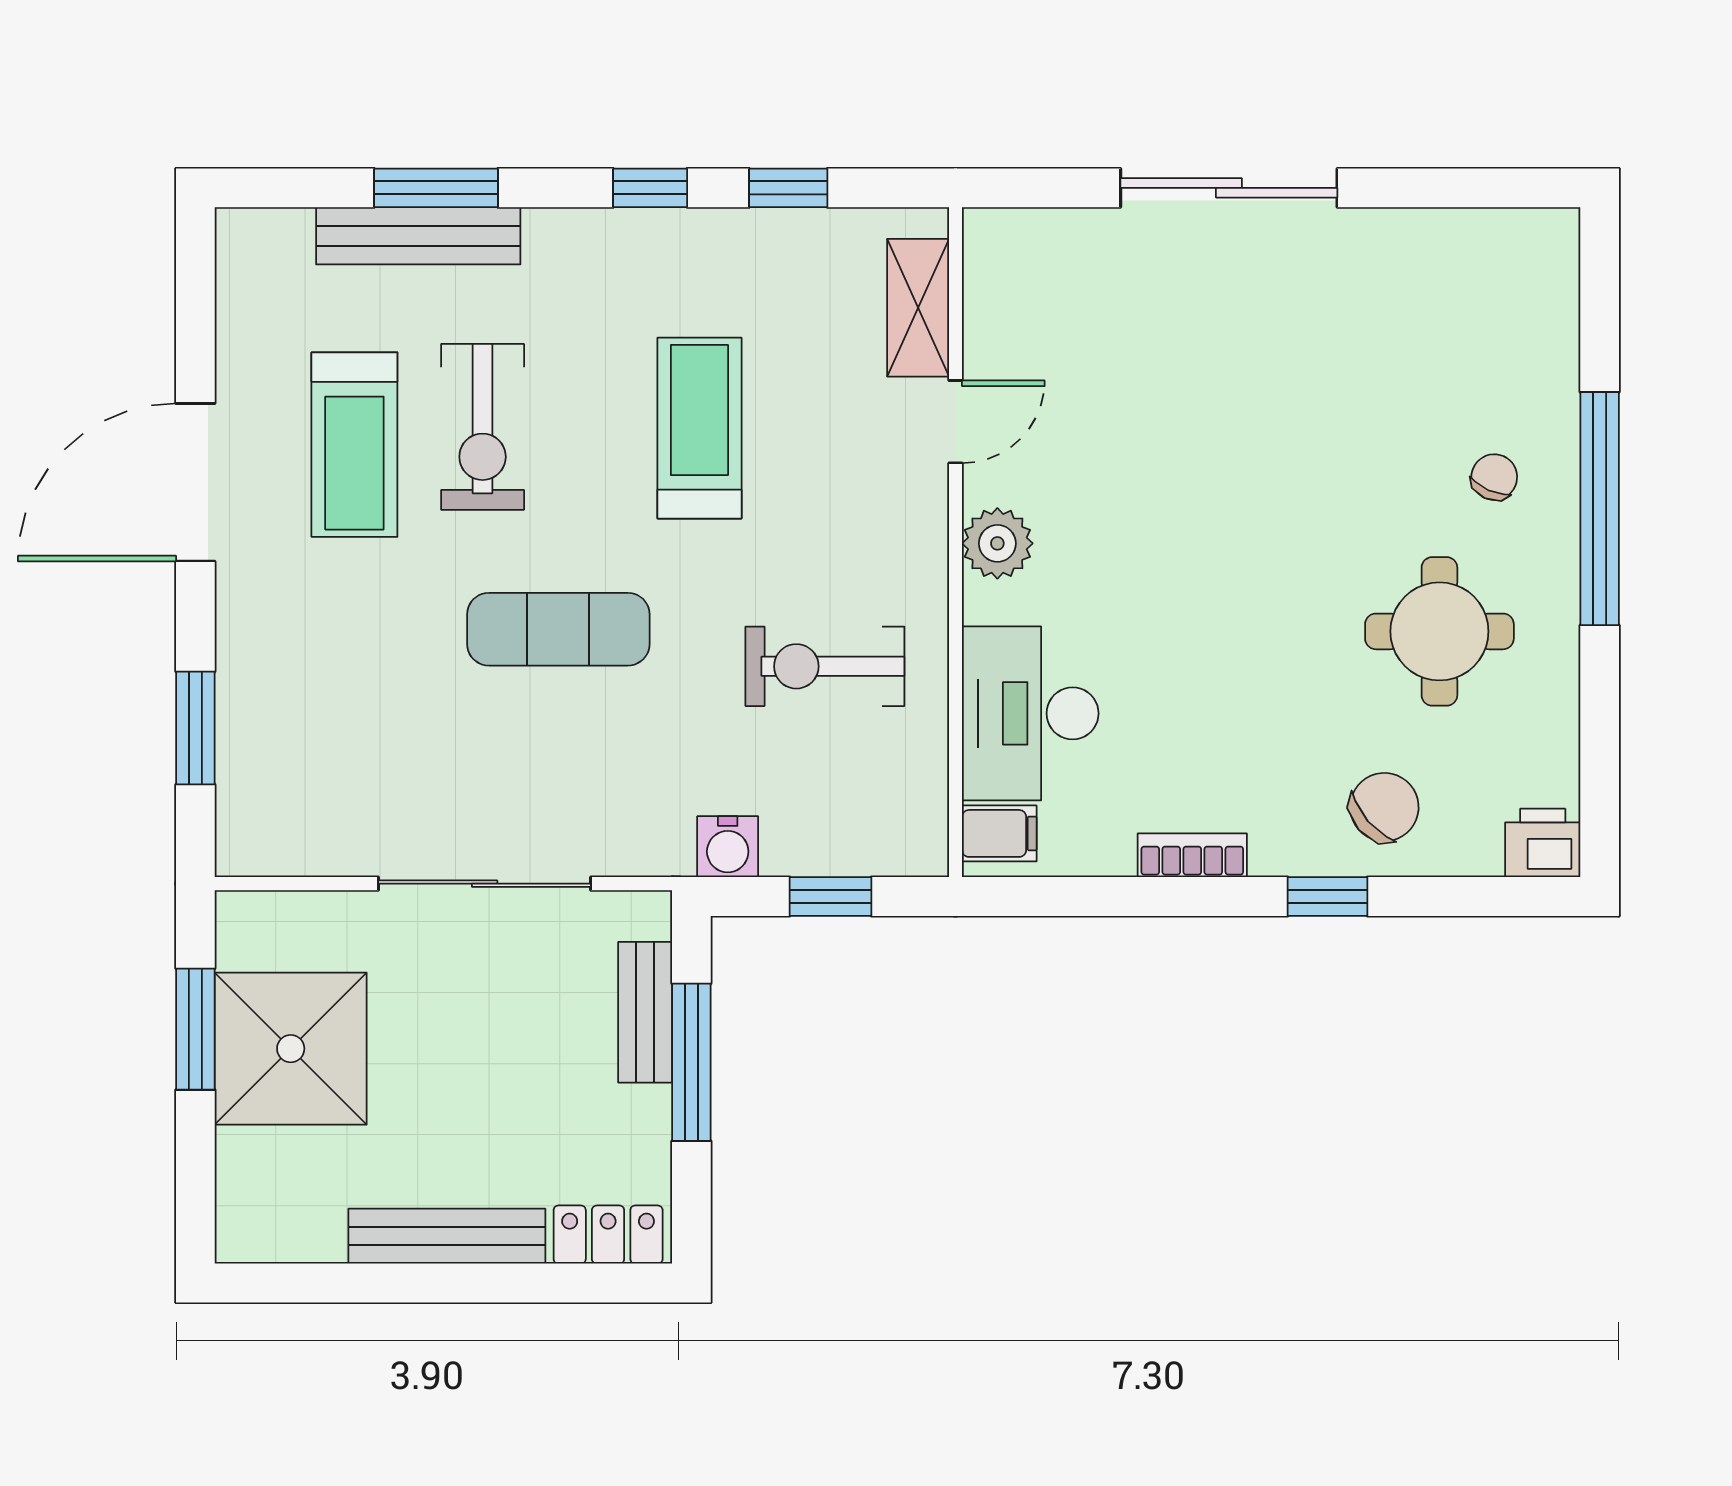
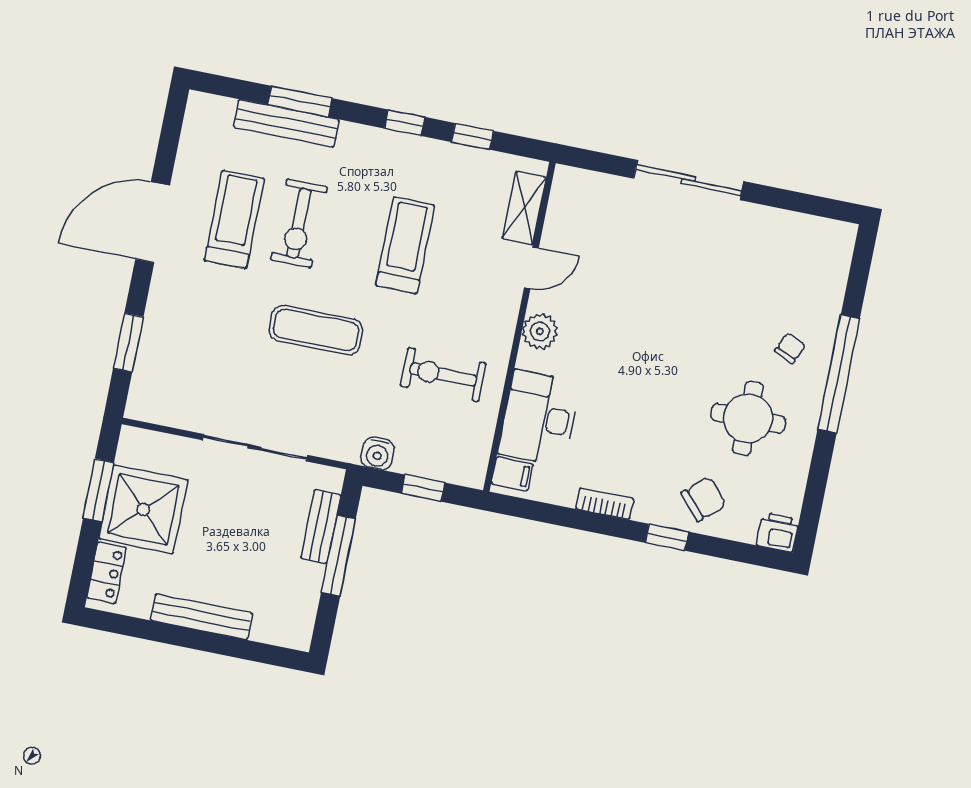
treadmill: (354, 445) -> (234, 219), turned 180
locker: (608, 1235) -> (107, 573), moved, turned 90

